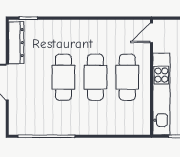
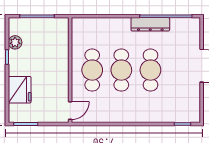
dresser: (16, 43) -> (150, 24), moved, turned -90
kitchen unit: (161, 94) -> (61, 55), removed

